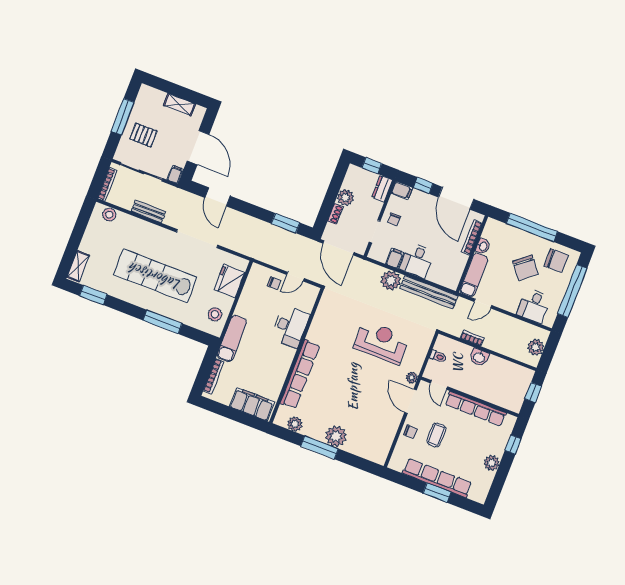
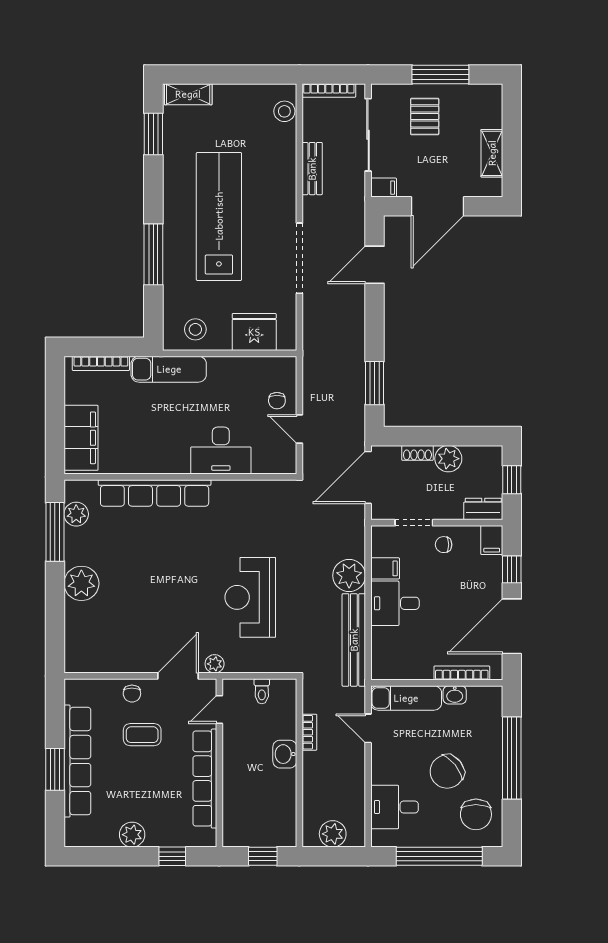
reception desk: (381, 342) -> (250, 597), turned 180
window: (320, 447) -> (55, 532), moved

